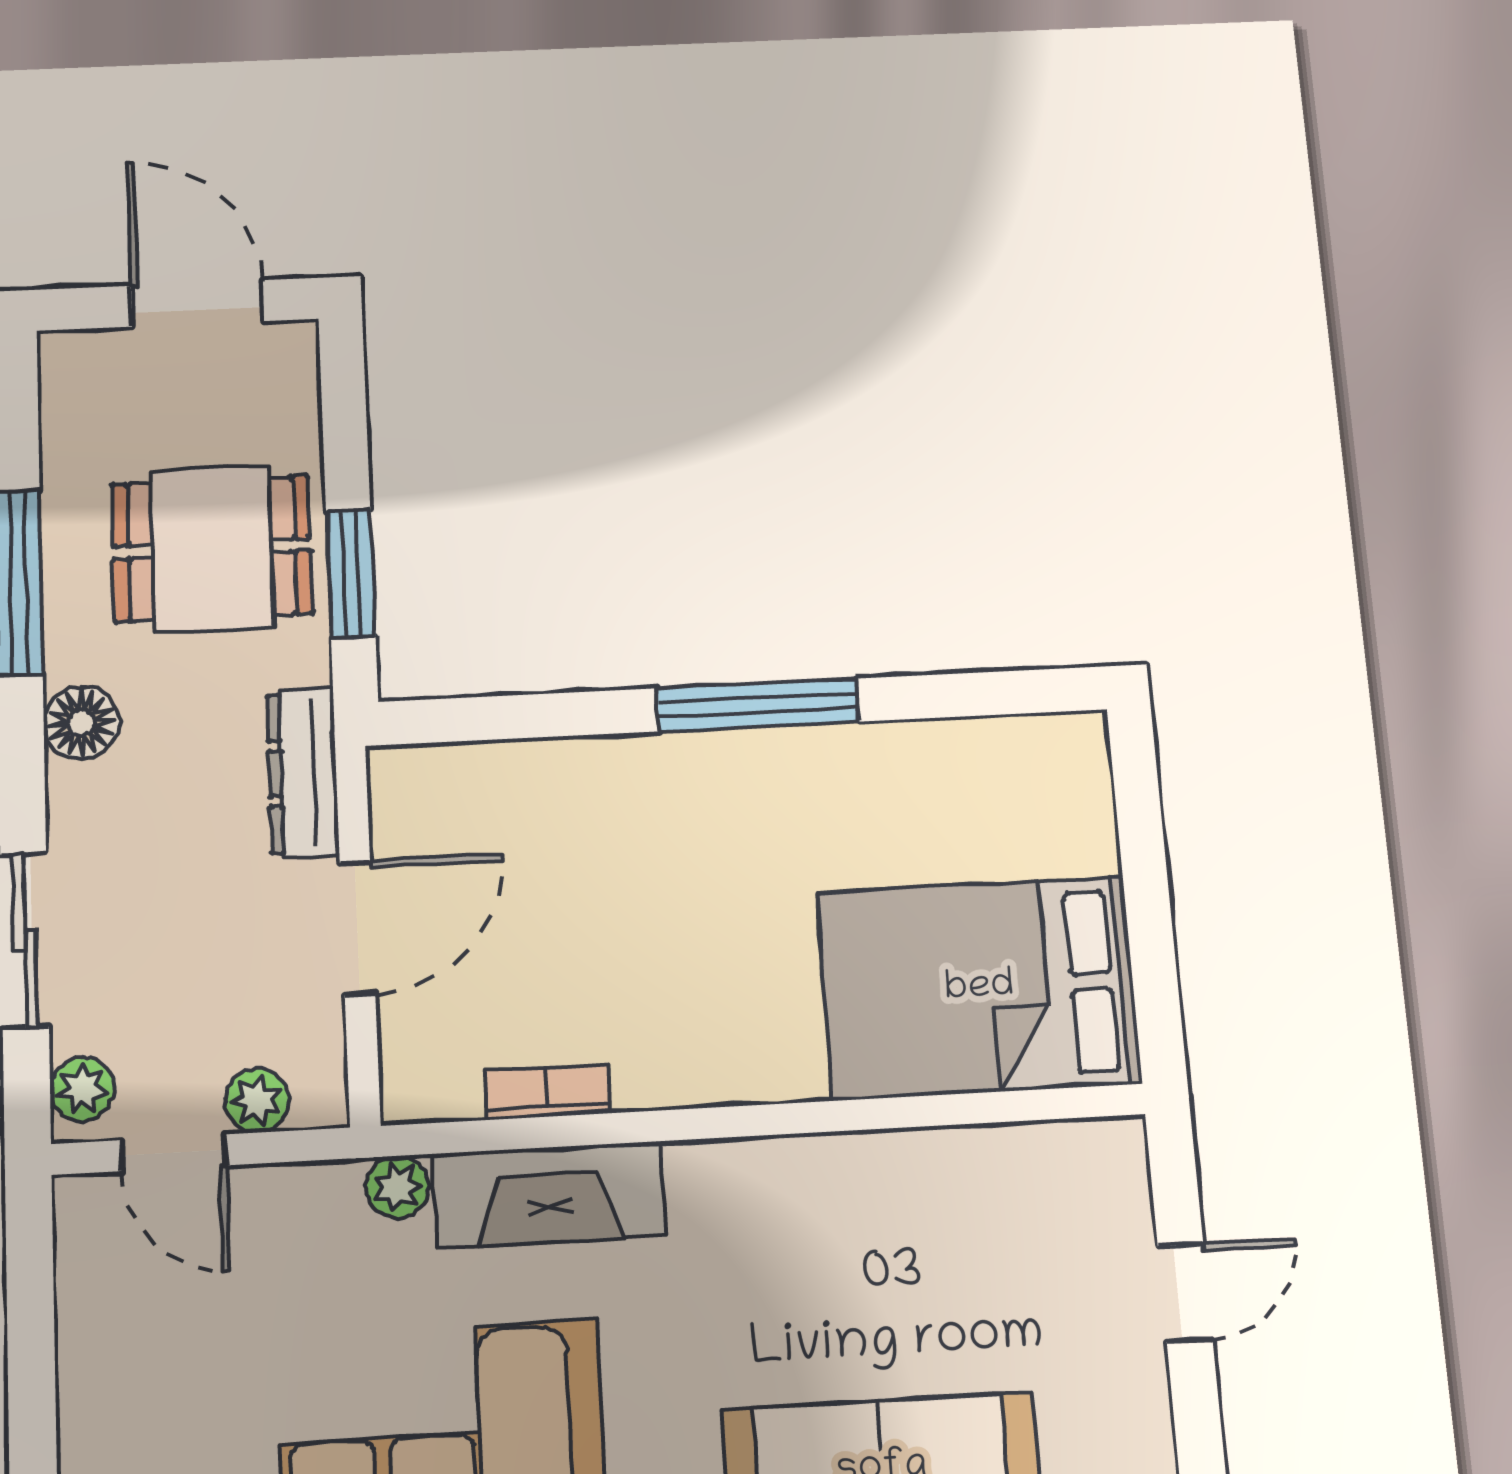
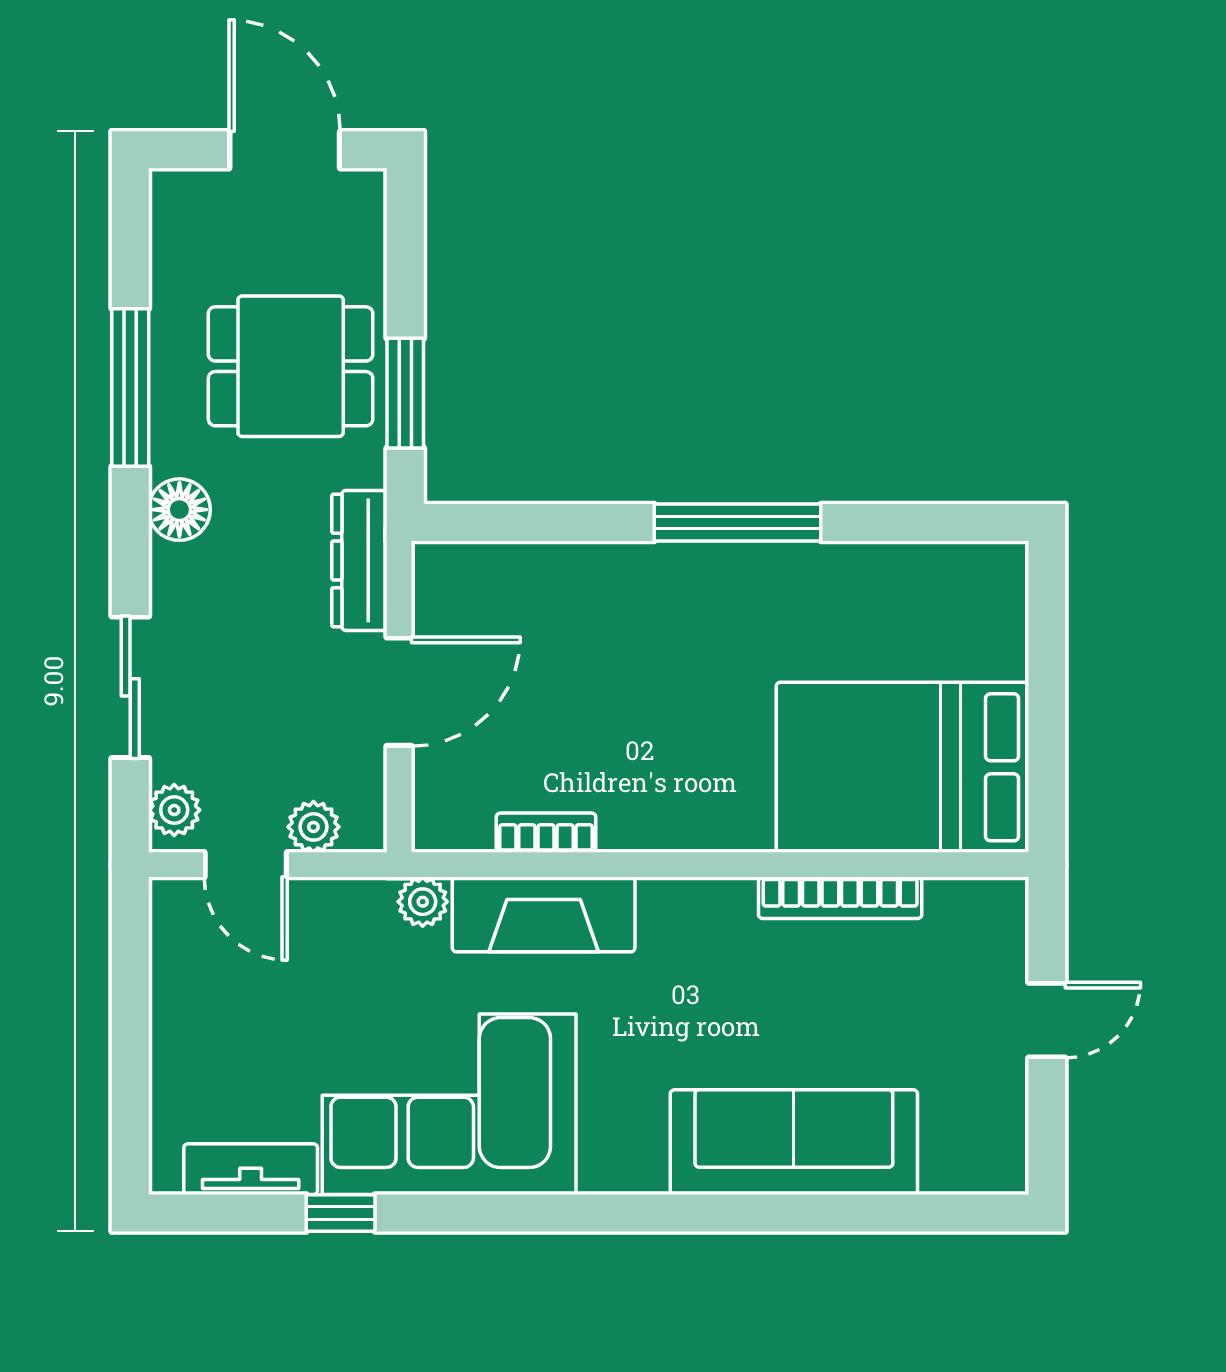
bookcase: (916, 1153) -> (840, 898), added

